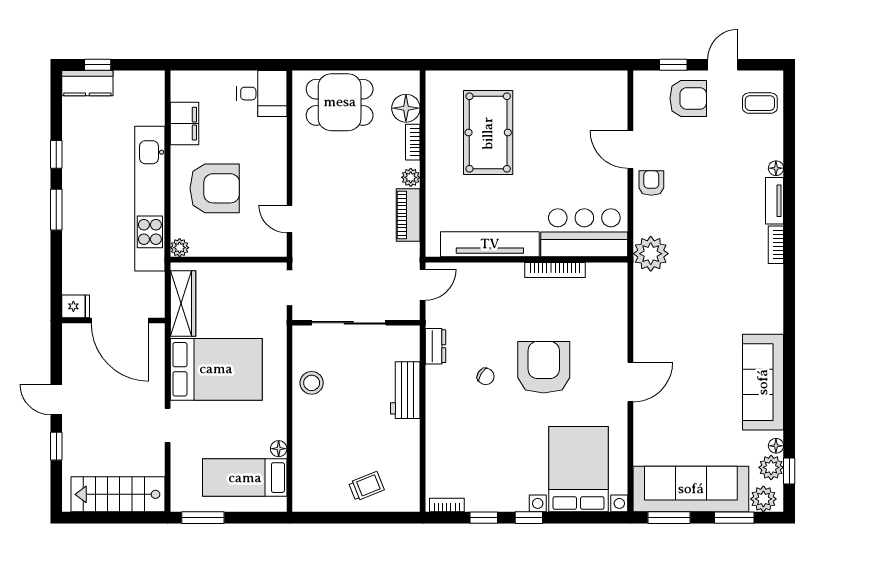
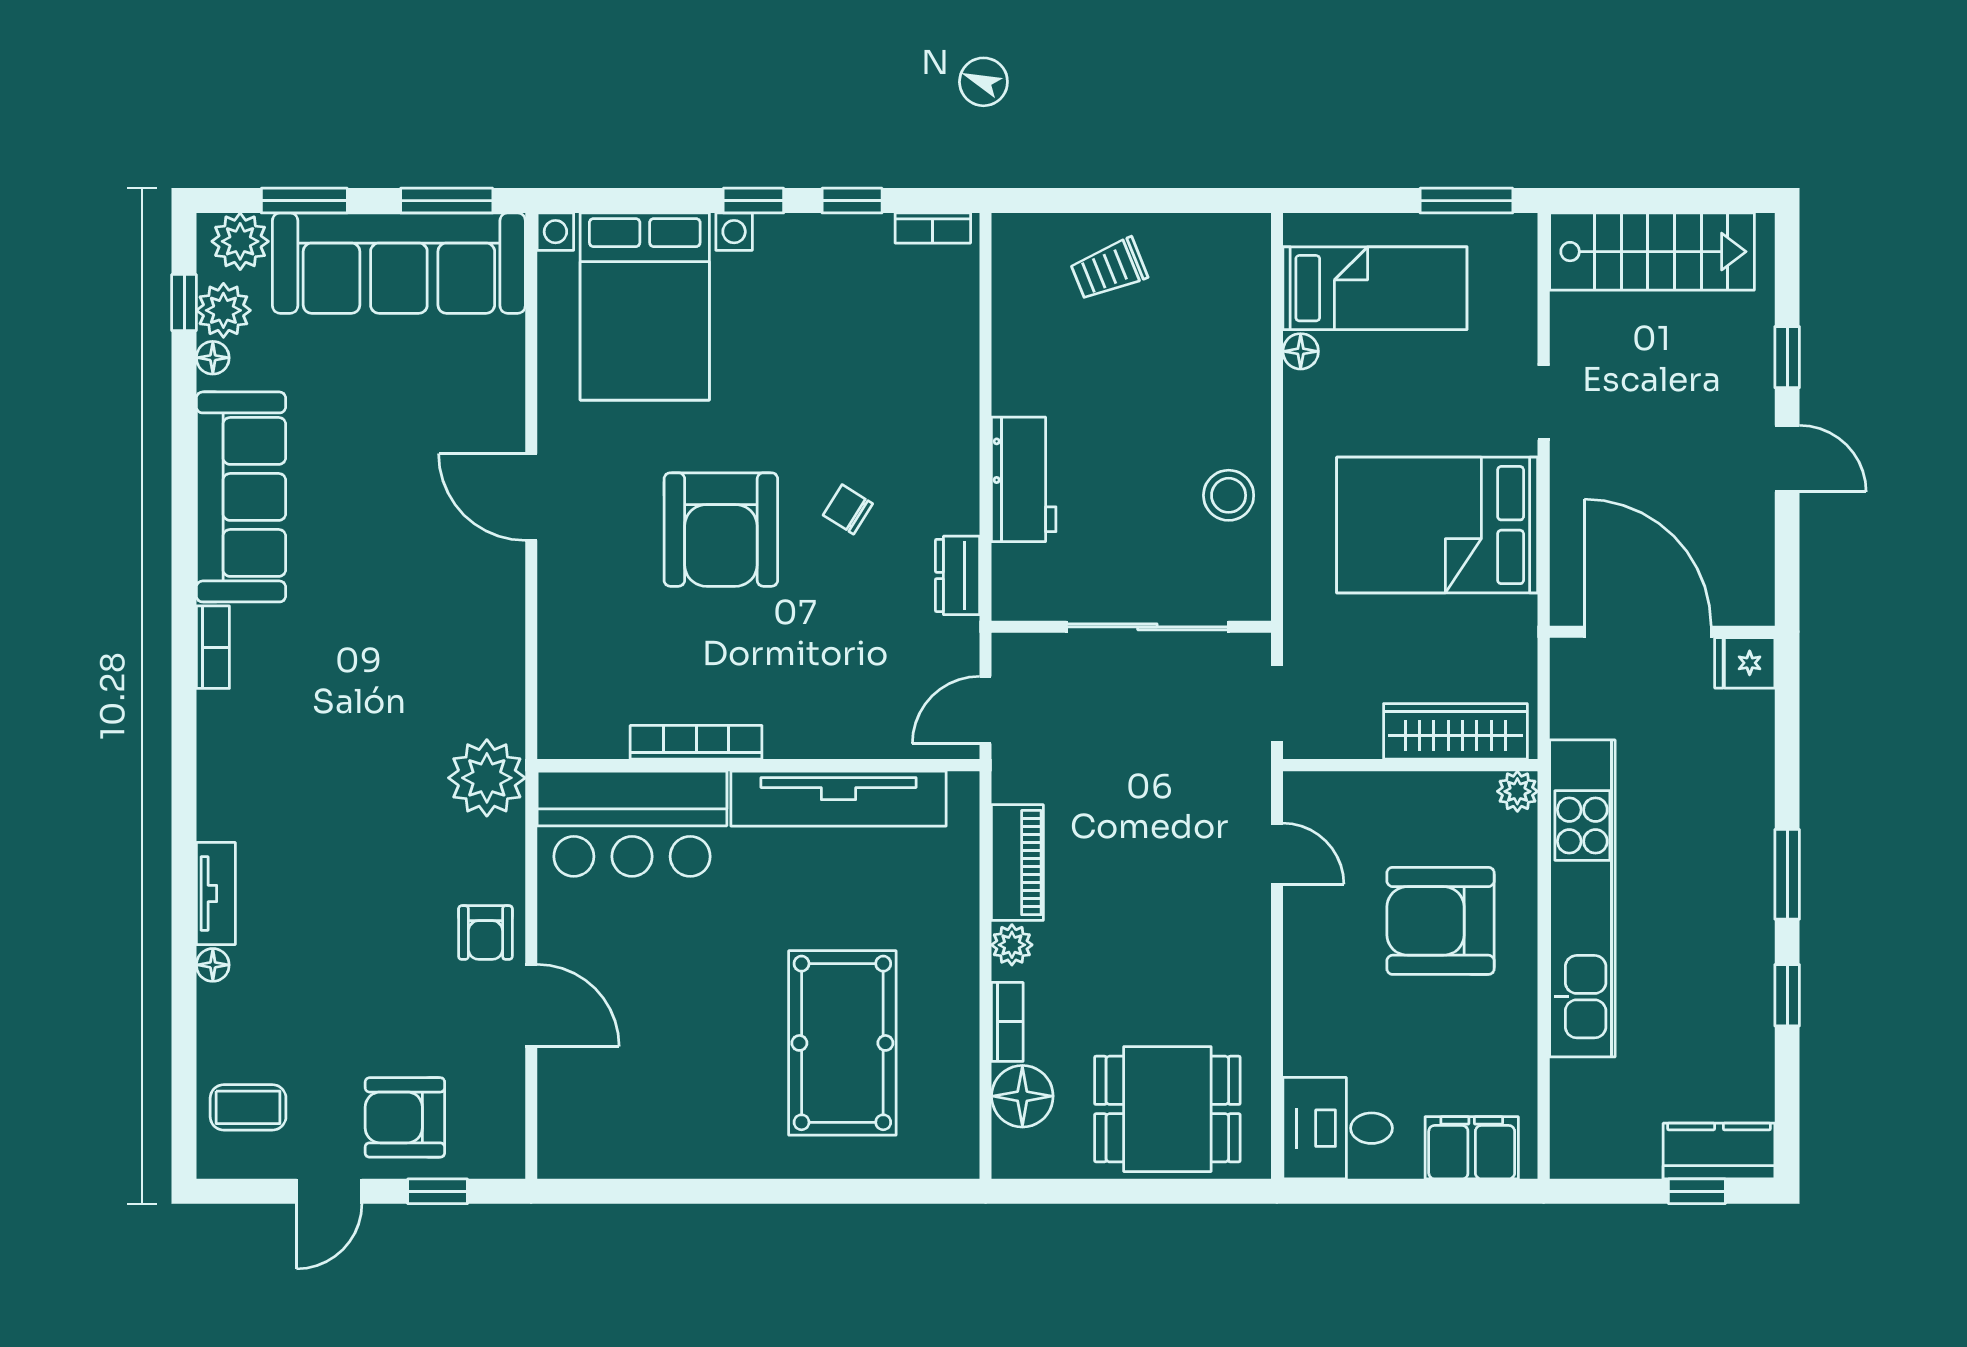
filing cabinet: (184, 124) -> (1472, 1148), moved, turned 90
bookcase: (776, 245) -> (213, 647), moved
wardrobe: (183, 304) -> (1455, 731), moved, turned 90
door: (630, 382) -> (531, 497), hinge flipped

